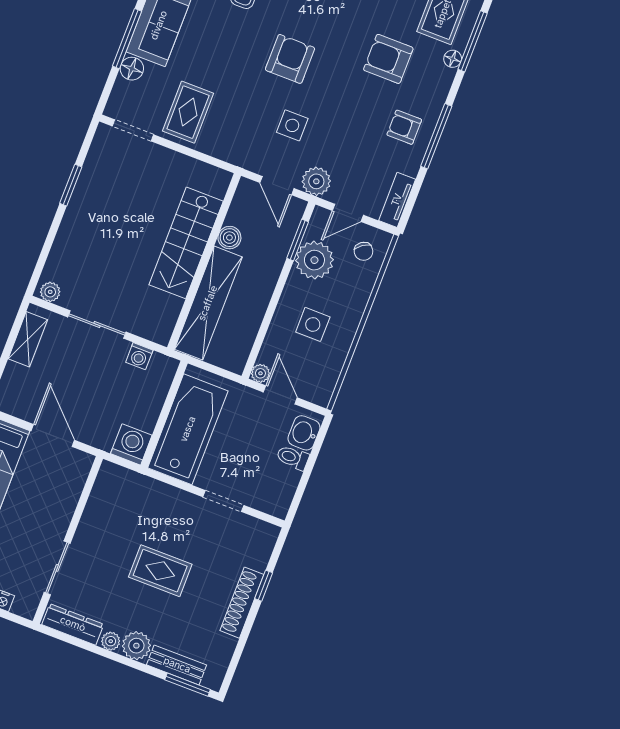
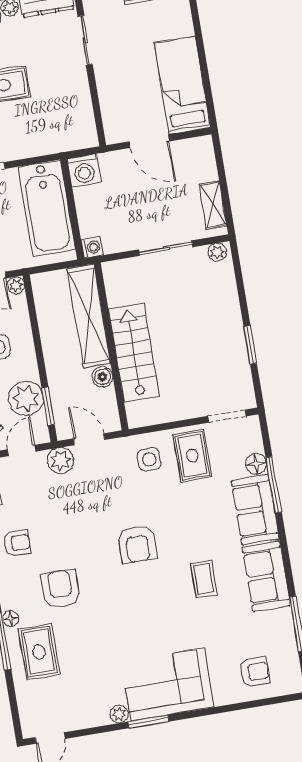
armchair: (388, 59) -> (61, 589), turned -90
side table: (292, 125) -> (149, 459), moved
washing machine: (139, 356) -> (92, 247), moved, turned 90

